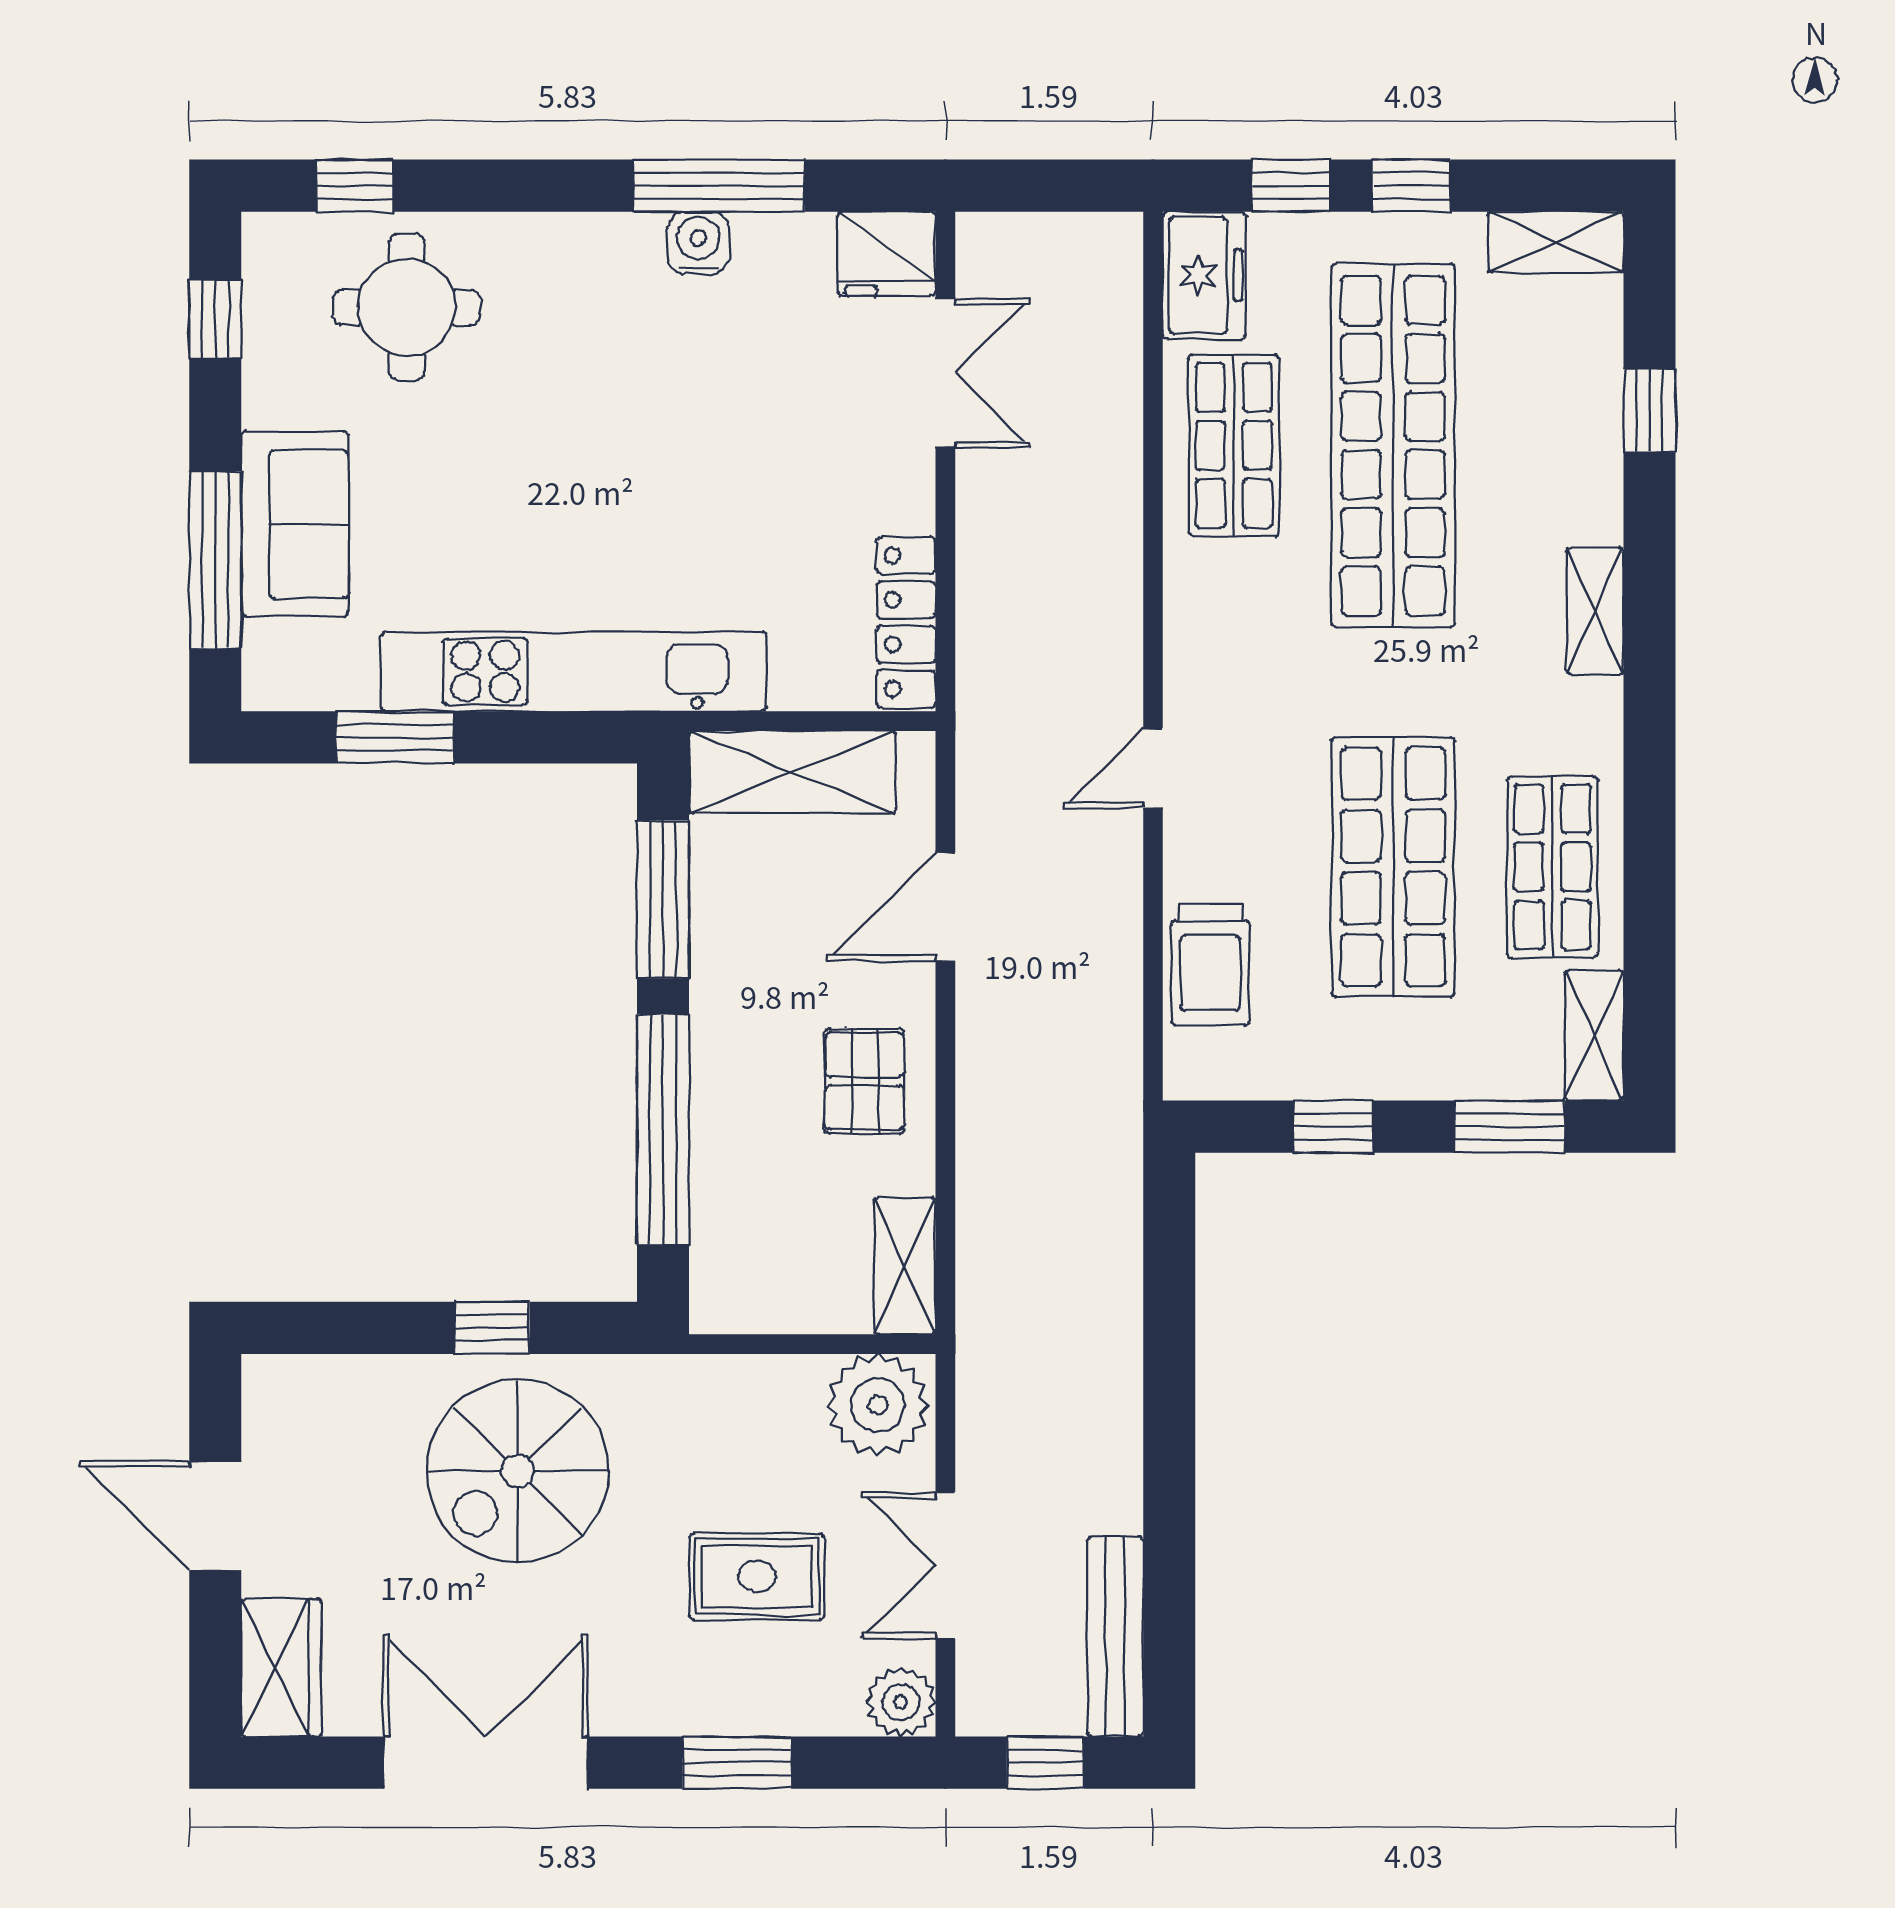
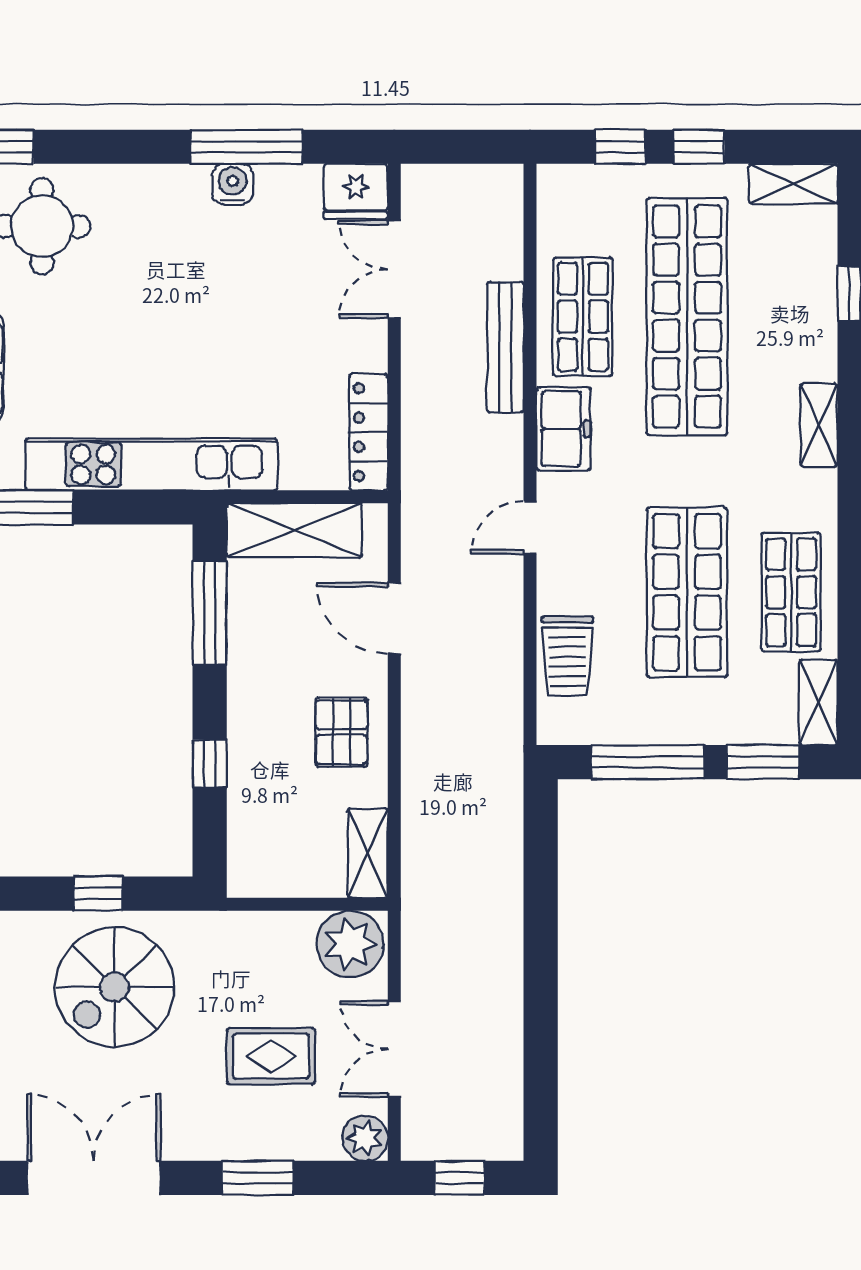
freezer: (1204, 275) -> (563, 429), moved
double door: (945, 373) -> (394, 269), swing flipped
door: (945, 907) -> (394, 618), hinge flipped
window: (1333, 1127) -> (648, 762), width x2.17
window: (663, 1129) -> (210, 764), width x0.32
bench: (1115, 1637) -> (505, 347), moved

